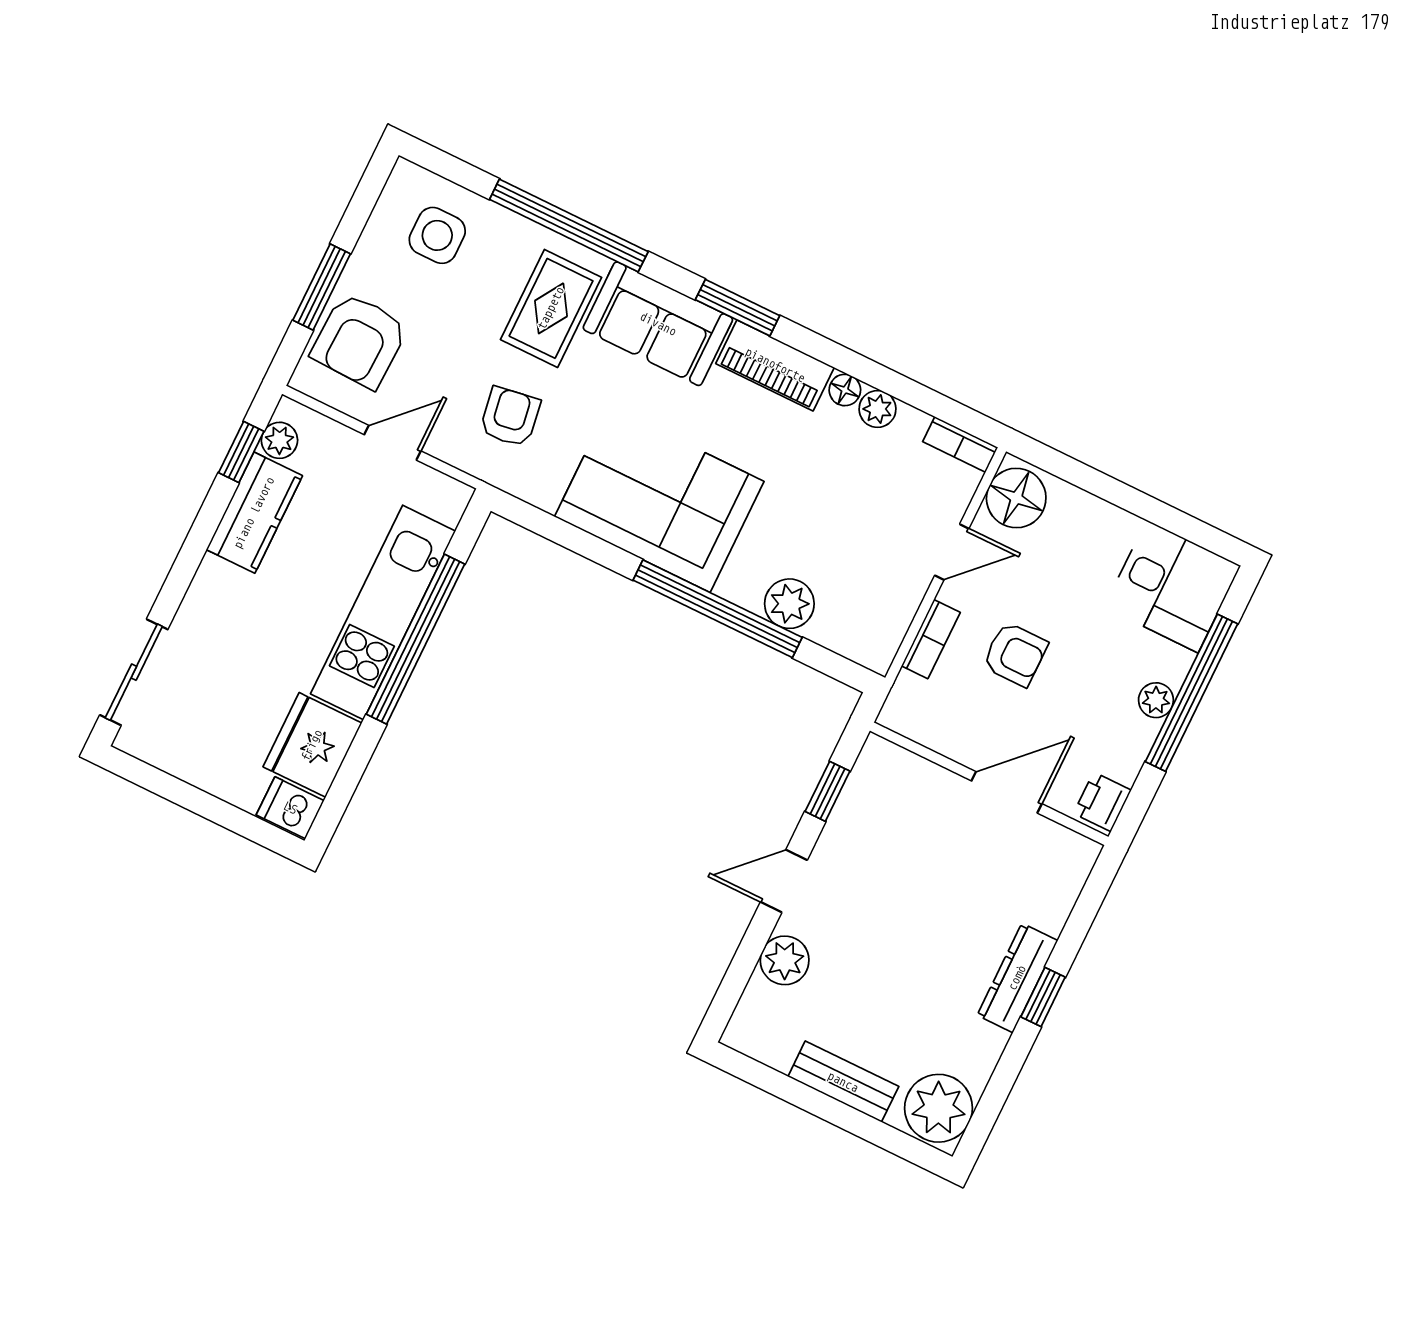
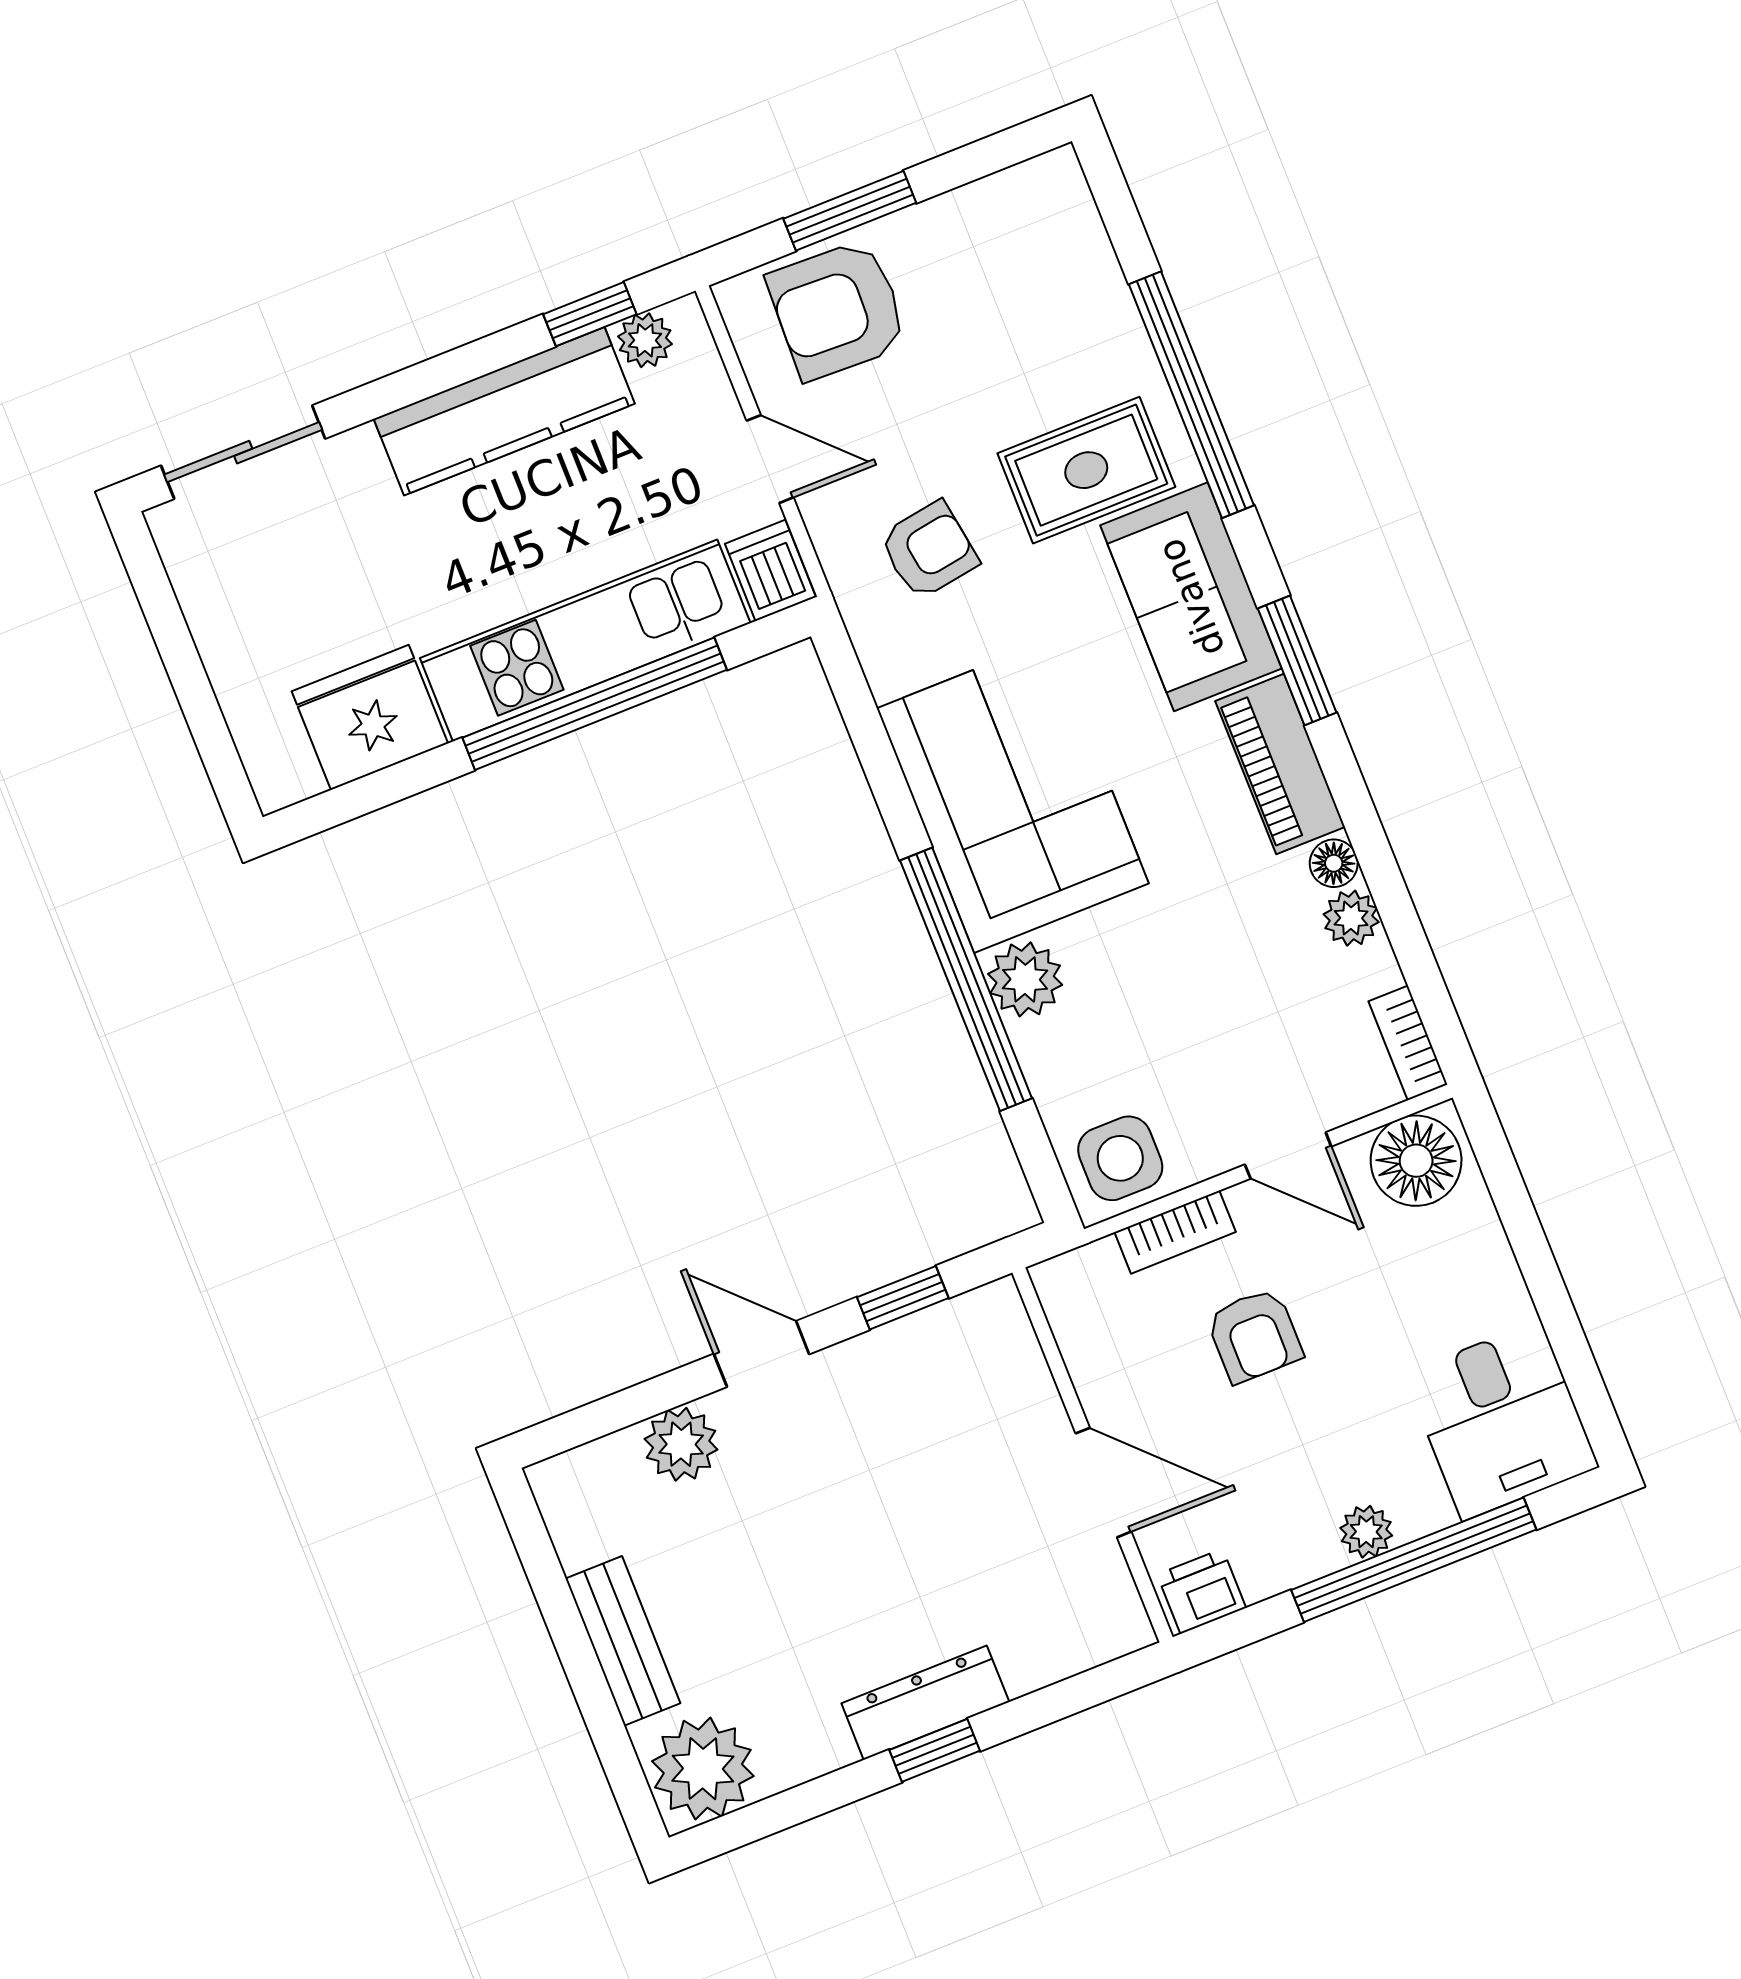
side table: (437, 235) -> (1120, 1158), moved
kitchen counter: (254, 513) -> (504, 411), width x1.50
plant: (789, 604) -> (1025, 979), moved
dishwasher: (290, 808) -> (770, 570), moved

